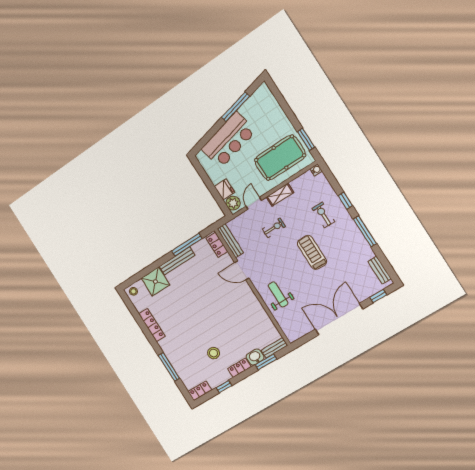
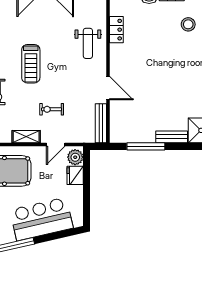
locker: (217, 245) -> (116, 30), moved
bench: (177, 261) -> (172, 137), width x0.73

